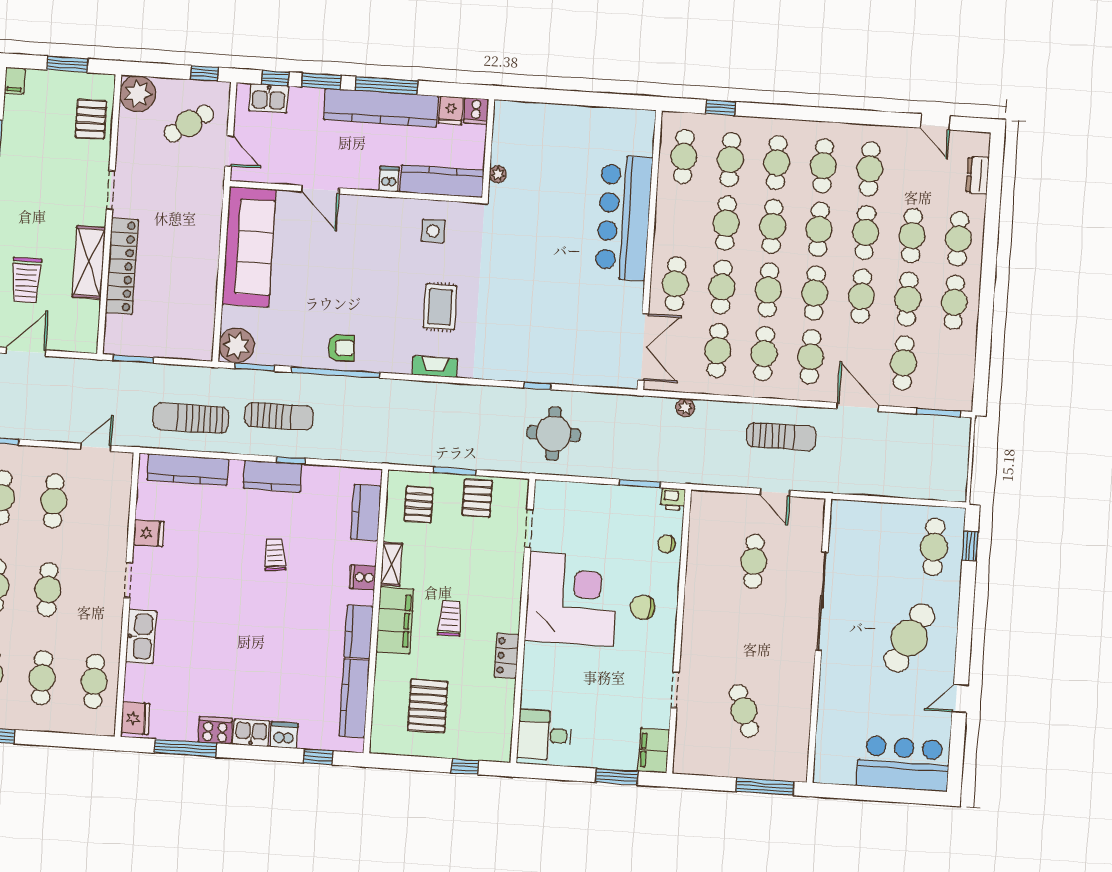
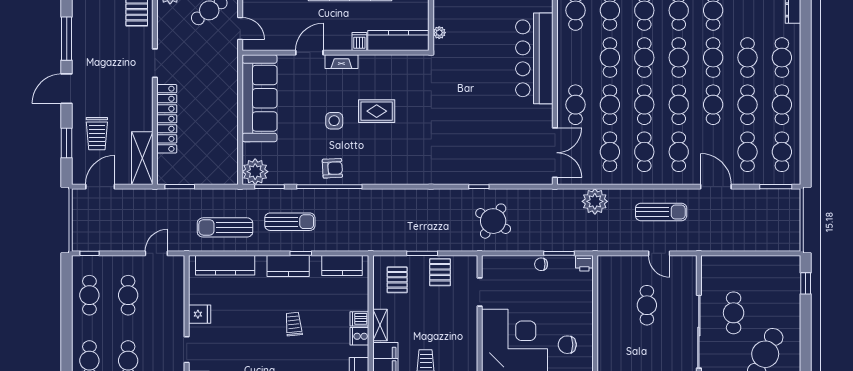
door: (320, 190) -> (309, 53), swing flipped
side table: (433, 231) -> (334, 121), moved
shelving: (89, 262) -> (142, 158), moved
rug: (440, 307) -> (377, 111), moved, turned 90
cafe table: (950, 366) -> (782, 152), added
fireplace: (435, 367) -> (341, 62), moved, turned 180
plant: (685, 408) -> (595, 201), width x1.88, depth x1.88
round table: (554, 434) -> (493, 221), turned 32
kitchen counter: (366, 513) -> (342, 266), moved, turned -90
chair: (666, 544) -> (541, 264), moved
cafe table: (934, 547) -> (734, 313), moved
dishwasher: (364, 554) -> (359, 319), added

